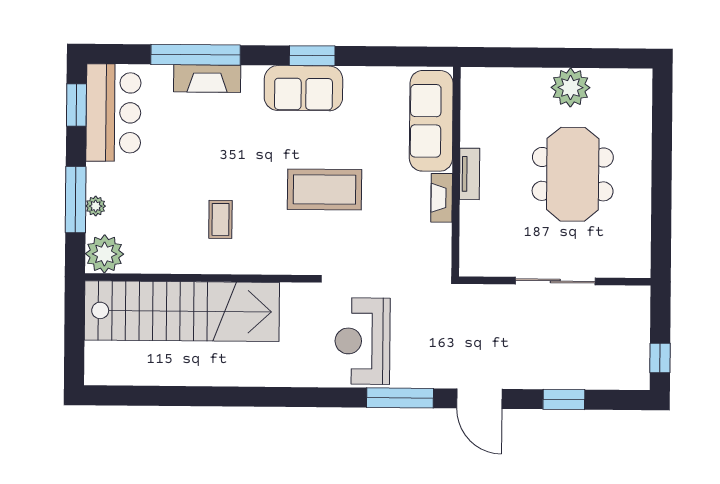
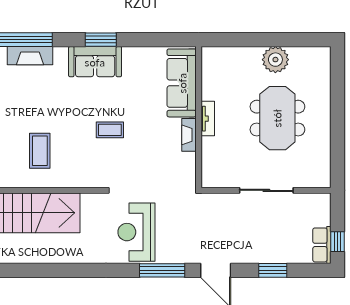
coffee table: (325, 189) -> (110, 130), width x0.54, depth x0.58
coffee table: (220, 219) -> (40, 151), width x1.36, depth x1.30
row of seats: (637, 363) -> (322, 245), added

